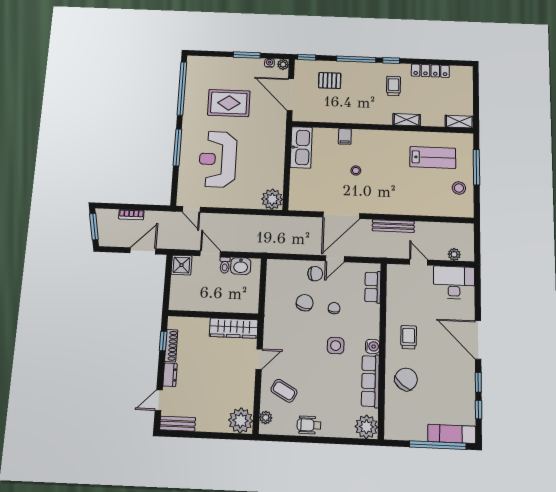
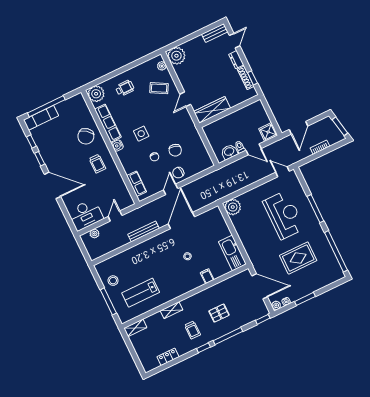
locker: (430, 71) -> (168, 357), width x0.66
pallet: (330, 80) -> (219, 313), moved
door: (419, 262) -> (115, 216), swing flipped
wheelchair: (309, 425) -> (125, 88), moved

